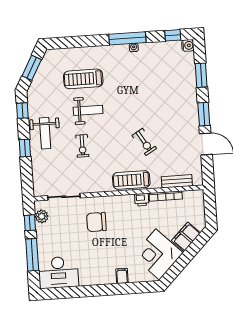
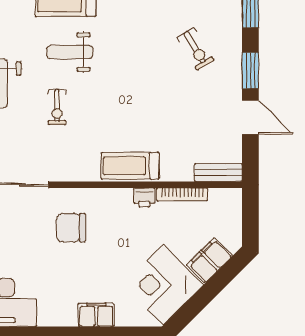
weight bench: (88, 110) -> (70, 52), turned 180
exercise bike: (144, 142) -> (196, 49), moved
bench: (177, 181) -> (218, 173), moved
filing cabinet: (122, 276) -> (96, 315), width x2.00

